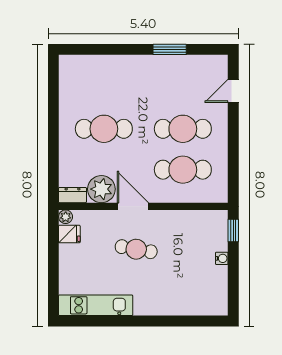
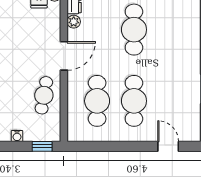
plant: (101, 189) -> (74, 22), width x0.53, depth x0.53
cafe table: (136, 249) -> (44, 95), moved

